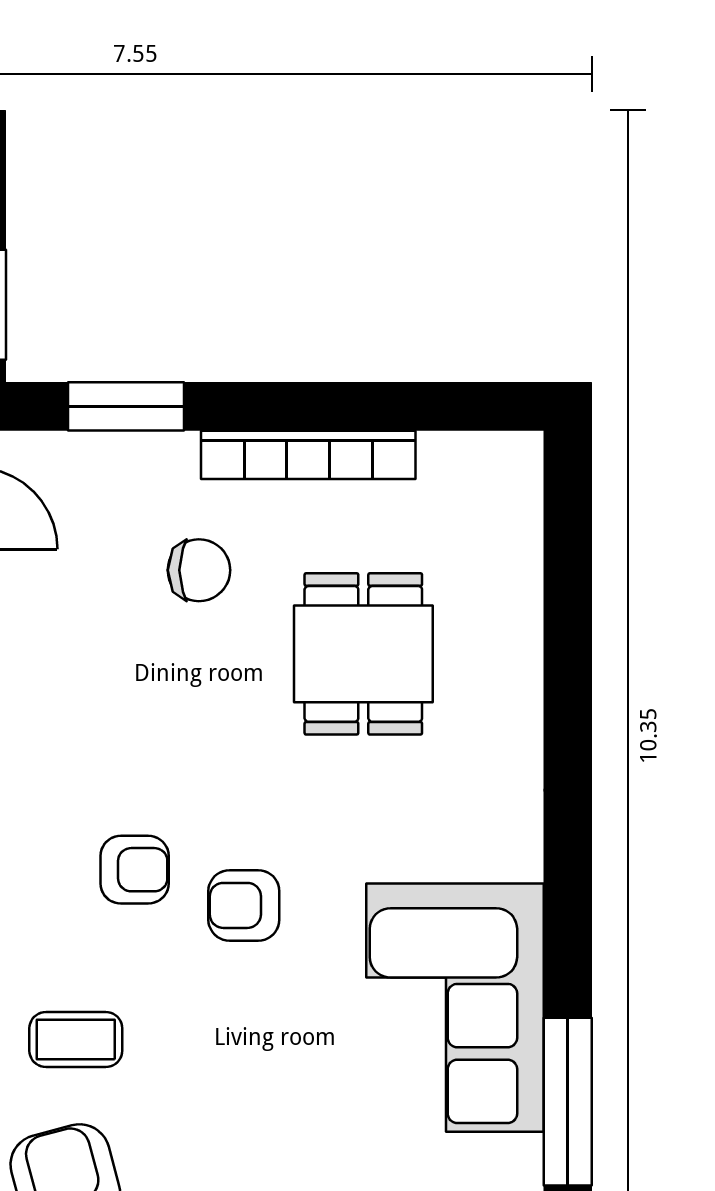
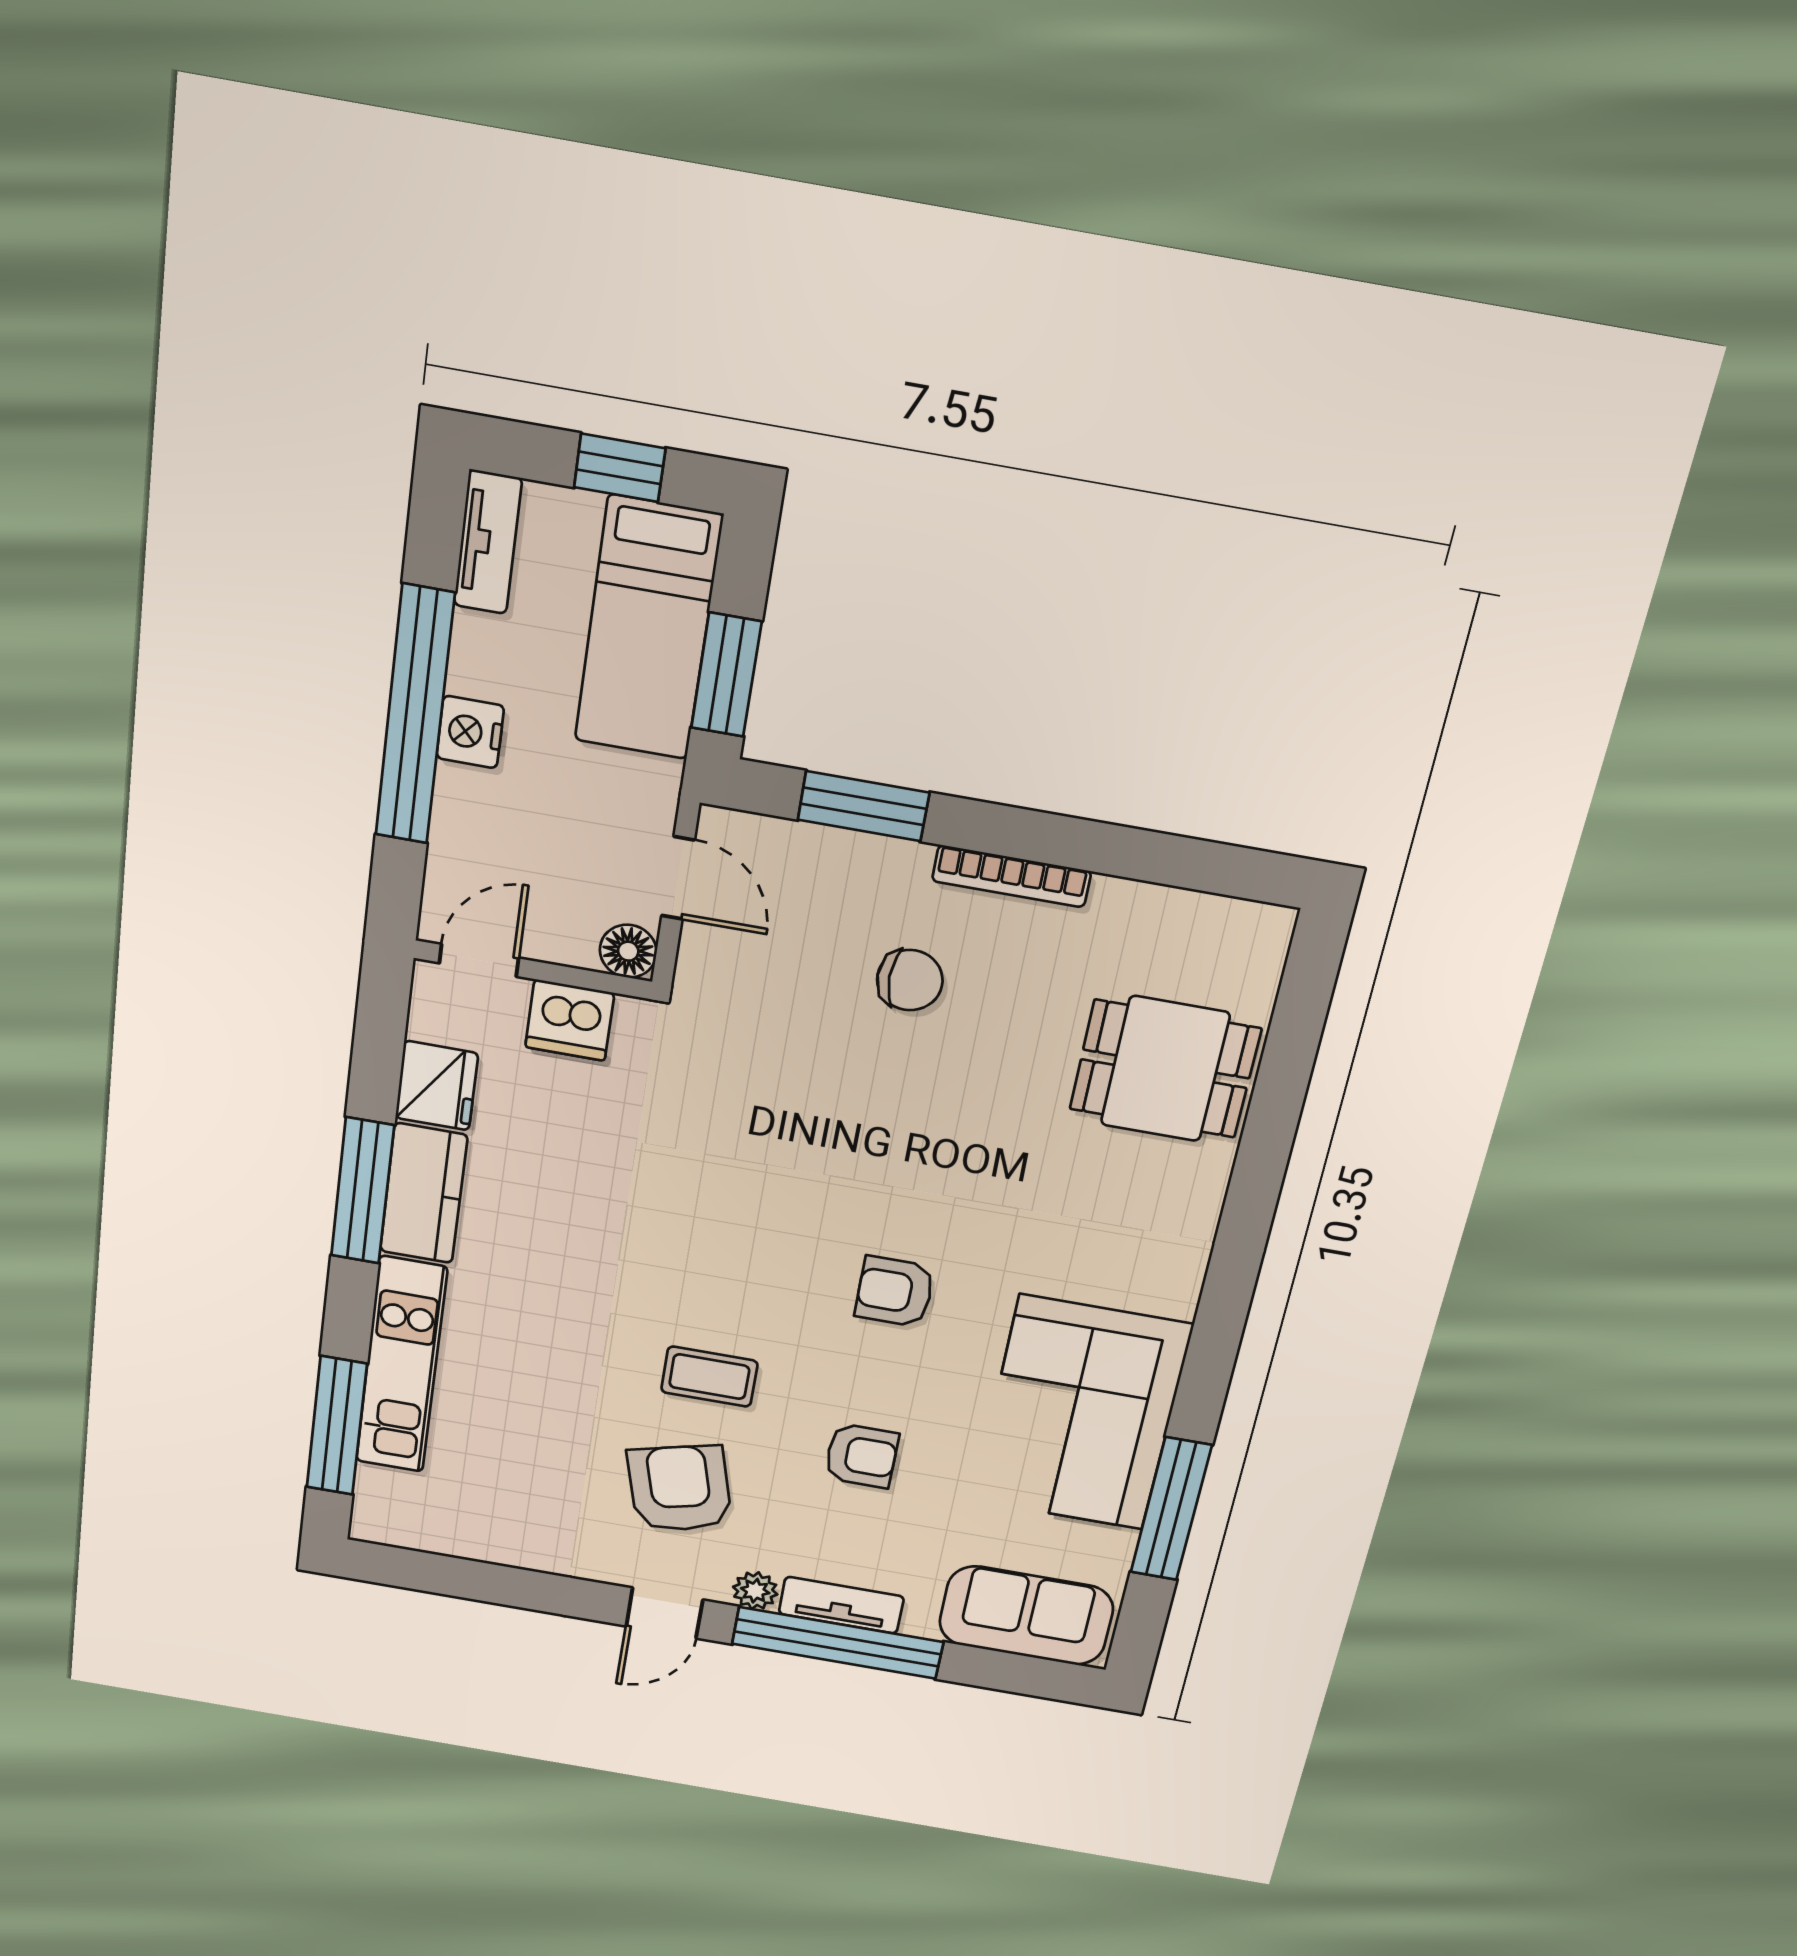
bookcase: (308, 455) -> (1011, 876), width x0.68, depth x0.76
dining table: (363, 654) -> (1165, 1069), moved, turned 90
armchair: (135, 870) -> (861, 1456), moved

